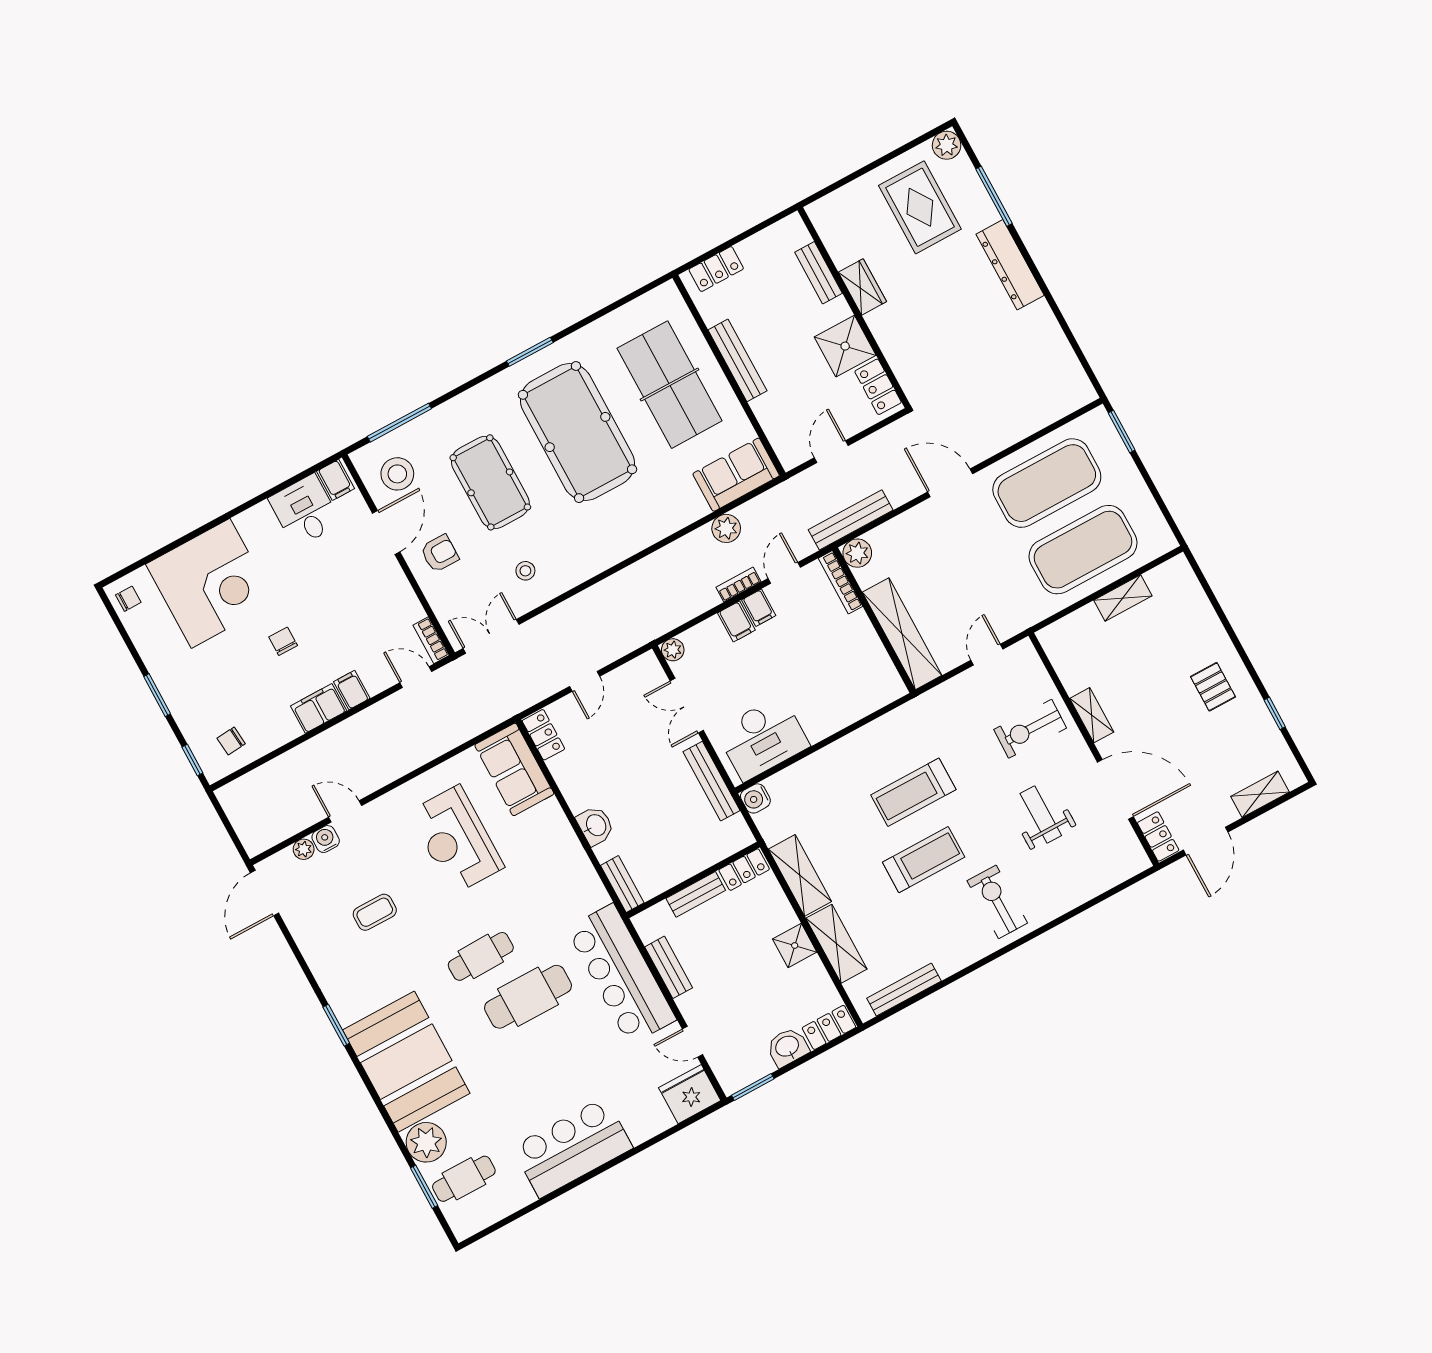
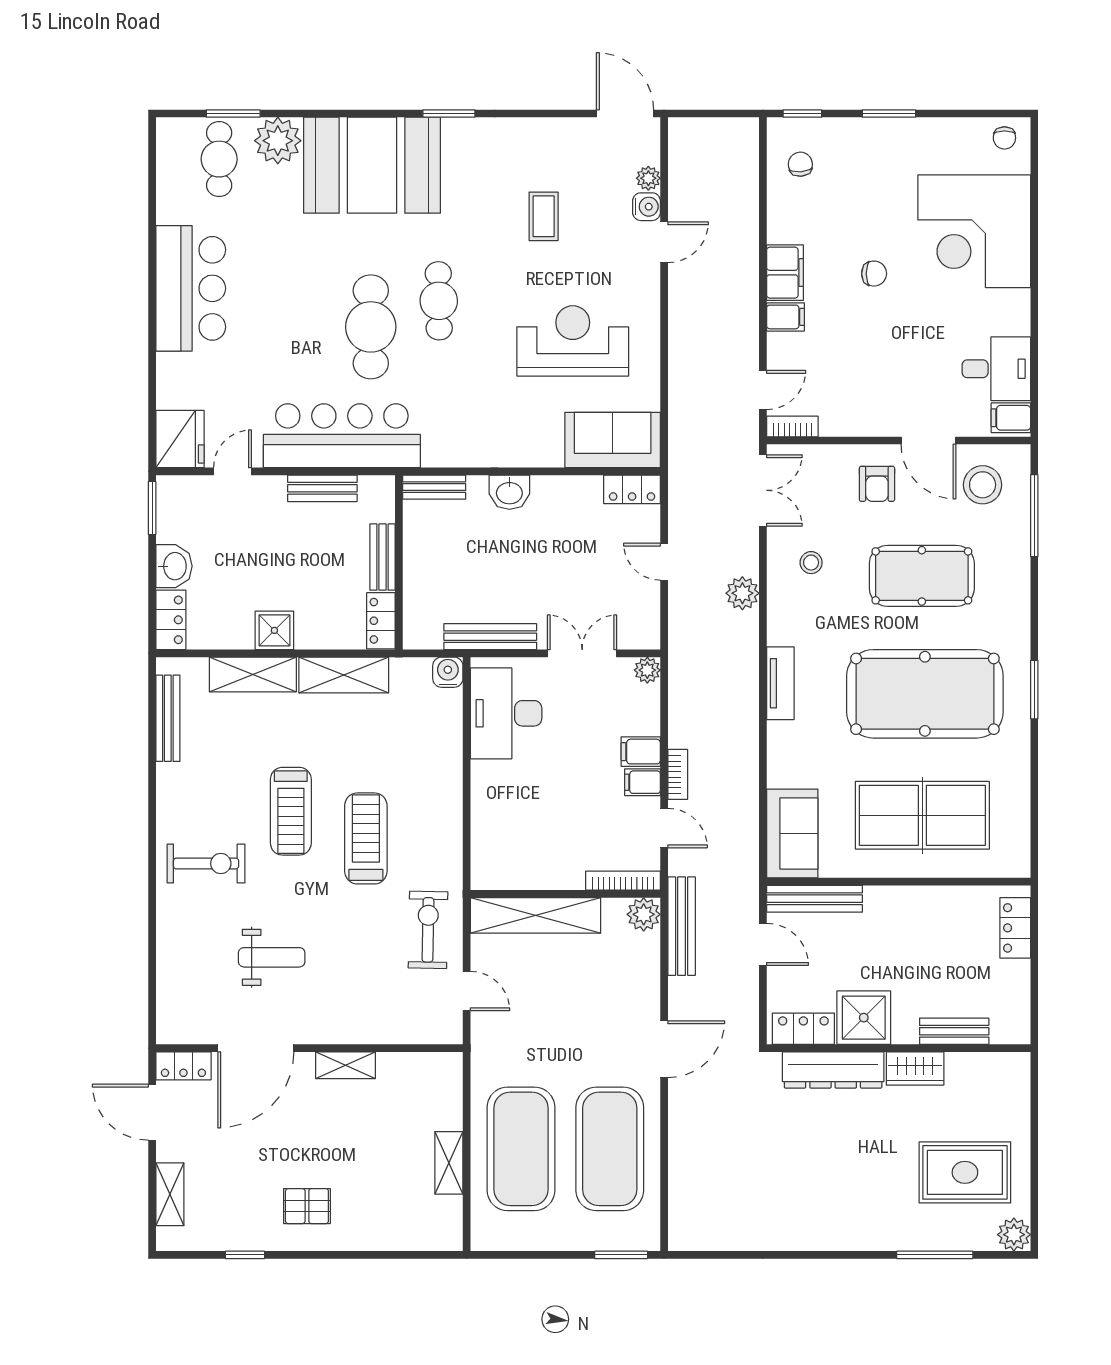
dresser: (1010, 265) -> (833, 1070), moved, turned 180
bench: (737, 360) -> (814, 899), moved
plant: (726, 528) -> (742, 593), moved
tv unit: (628, 545) -> (780, 683), added
exercise bike: (1030, 729) -> (428, 930), moved

